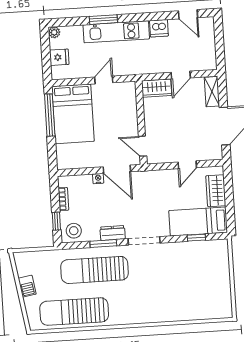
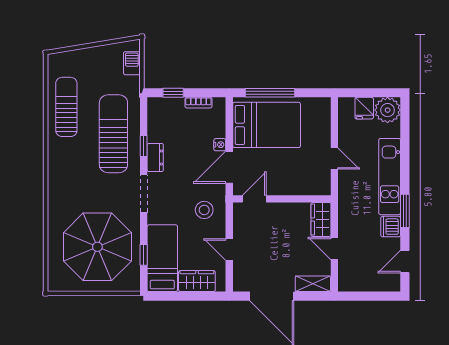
window: (103, 20) -> (405, 211), moved
plant: (54, 32) -> (388, 110), width x1.88, depth x1.88
bed: (73, 114) -> (267, 125), moved, turned 180
window: (50, 115) -> (270, 93), moved
stool: (74, 231) -> (204, 210), moved
window: (103, 243) -> (144, 146), width x0.67
parasol: (192, 277) -> (97, 247), added
barbecue: (27, 286) -> (132, 63), moved, turned 99
sun lounger: (74, 312) -> (66, 107), width x0.73, depth x0.75

